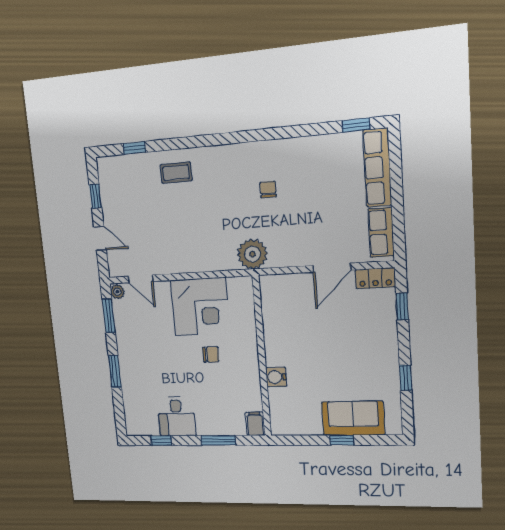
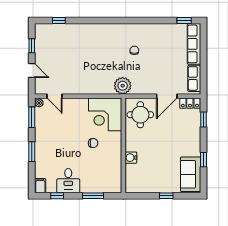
coffee table: (176, 173) -> (82, 37), removed
round table: (287, 303) -> (140, 115), added
corner desk: (200, 307) -> (105, 114), moved, turned 90
sofa: (353, 418) -> (191, 174), moved, turned -90
filing cabinet: (255, 424) -> (40, 186), moved

